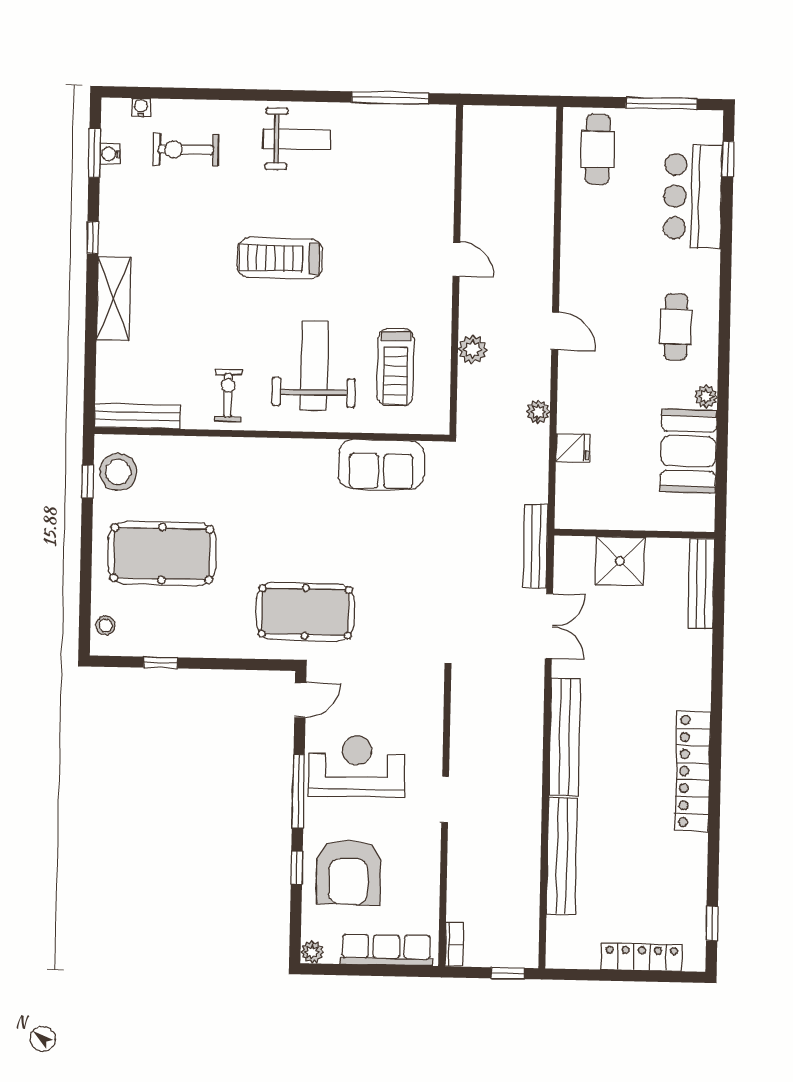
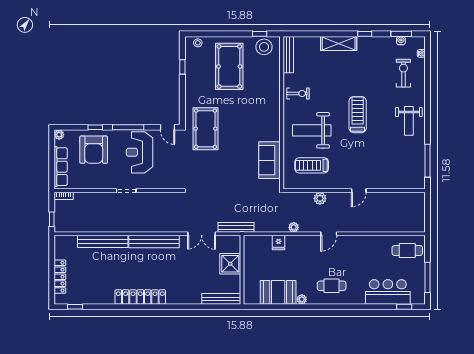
weight bench: (314, 366) -> (312, 130), turned 180
reception desk: (357, 766) -> (139, 152), turned 180
armchair: (348, 872) -> (94, 150), turned -90

